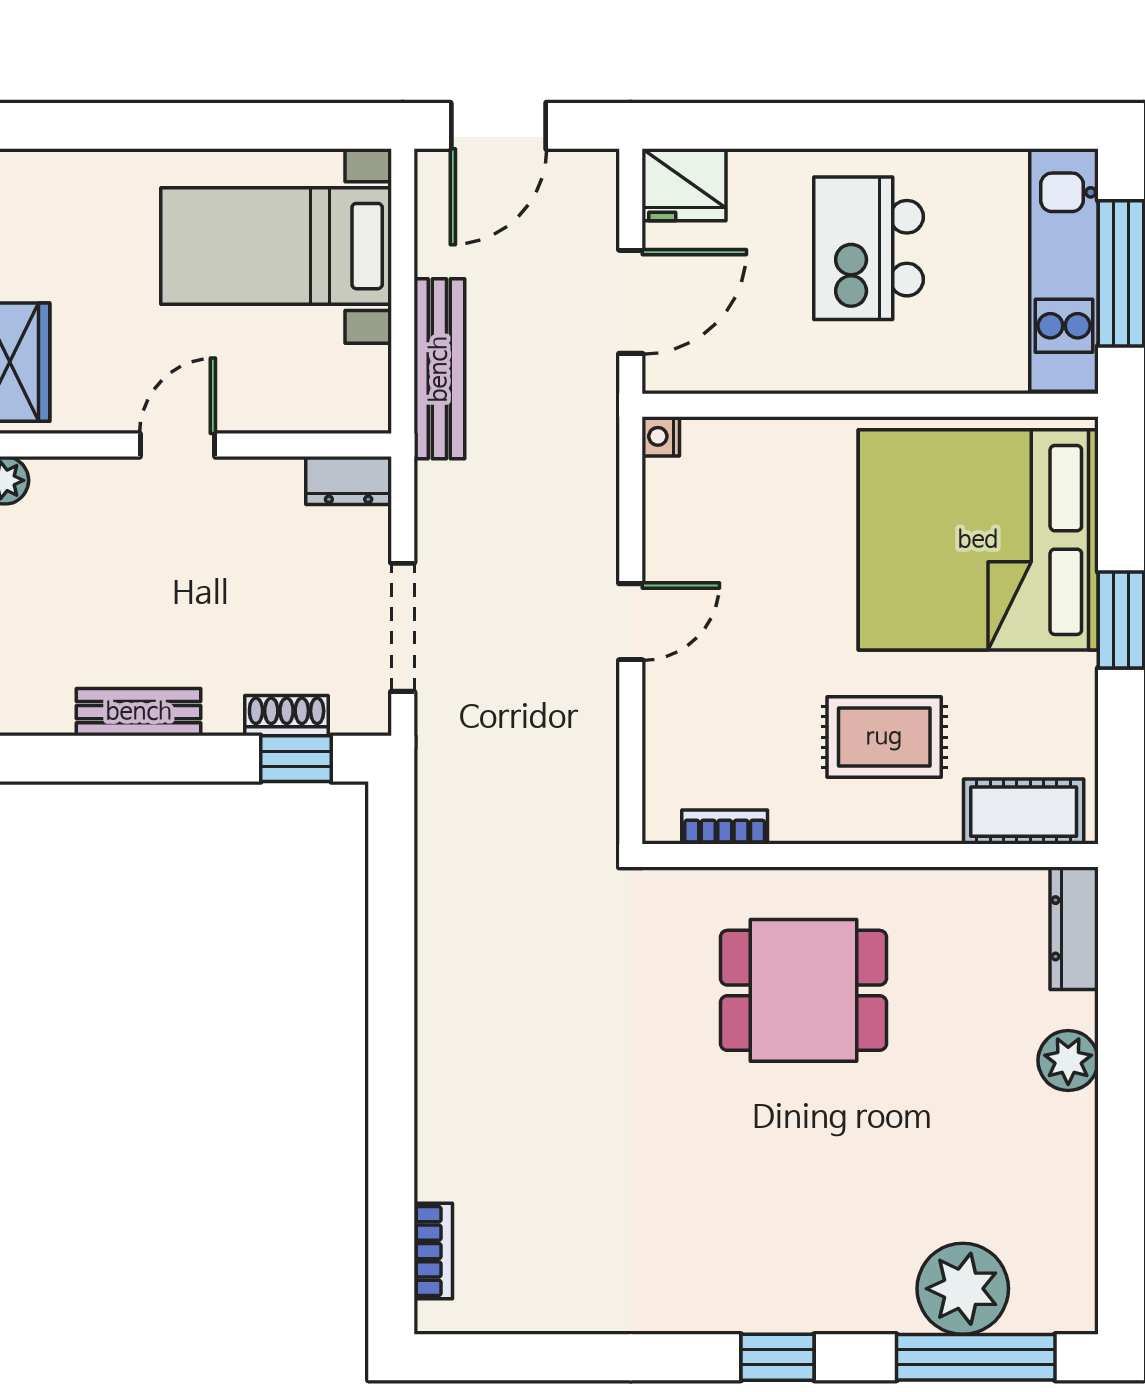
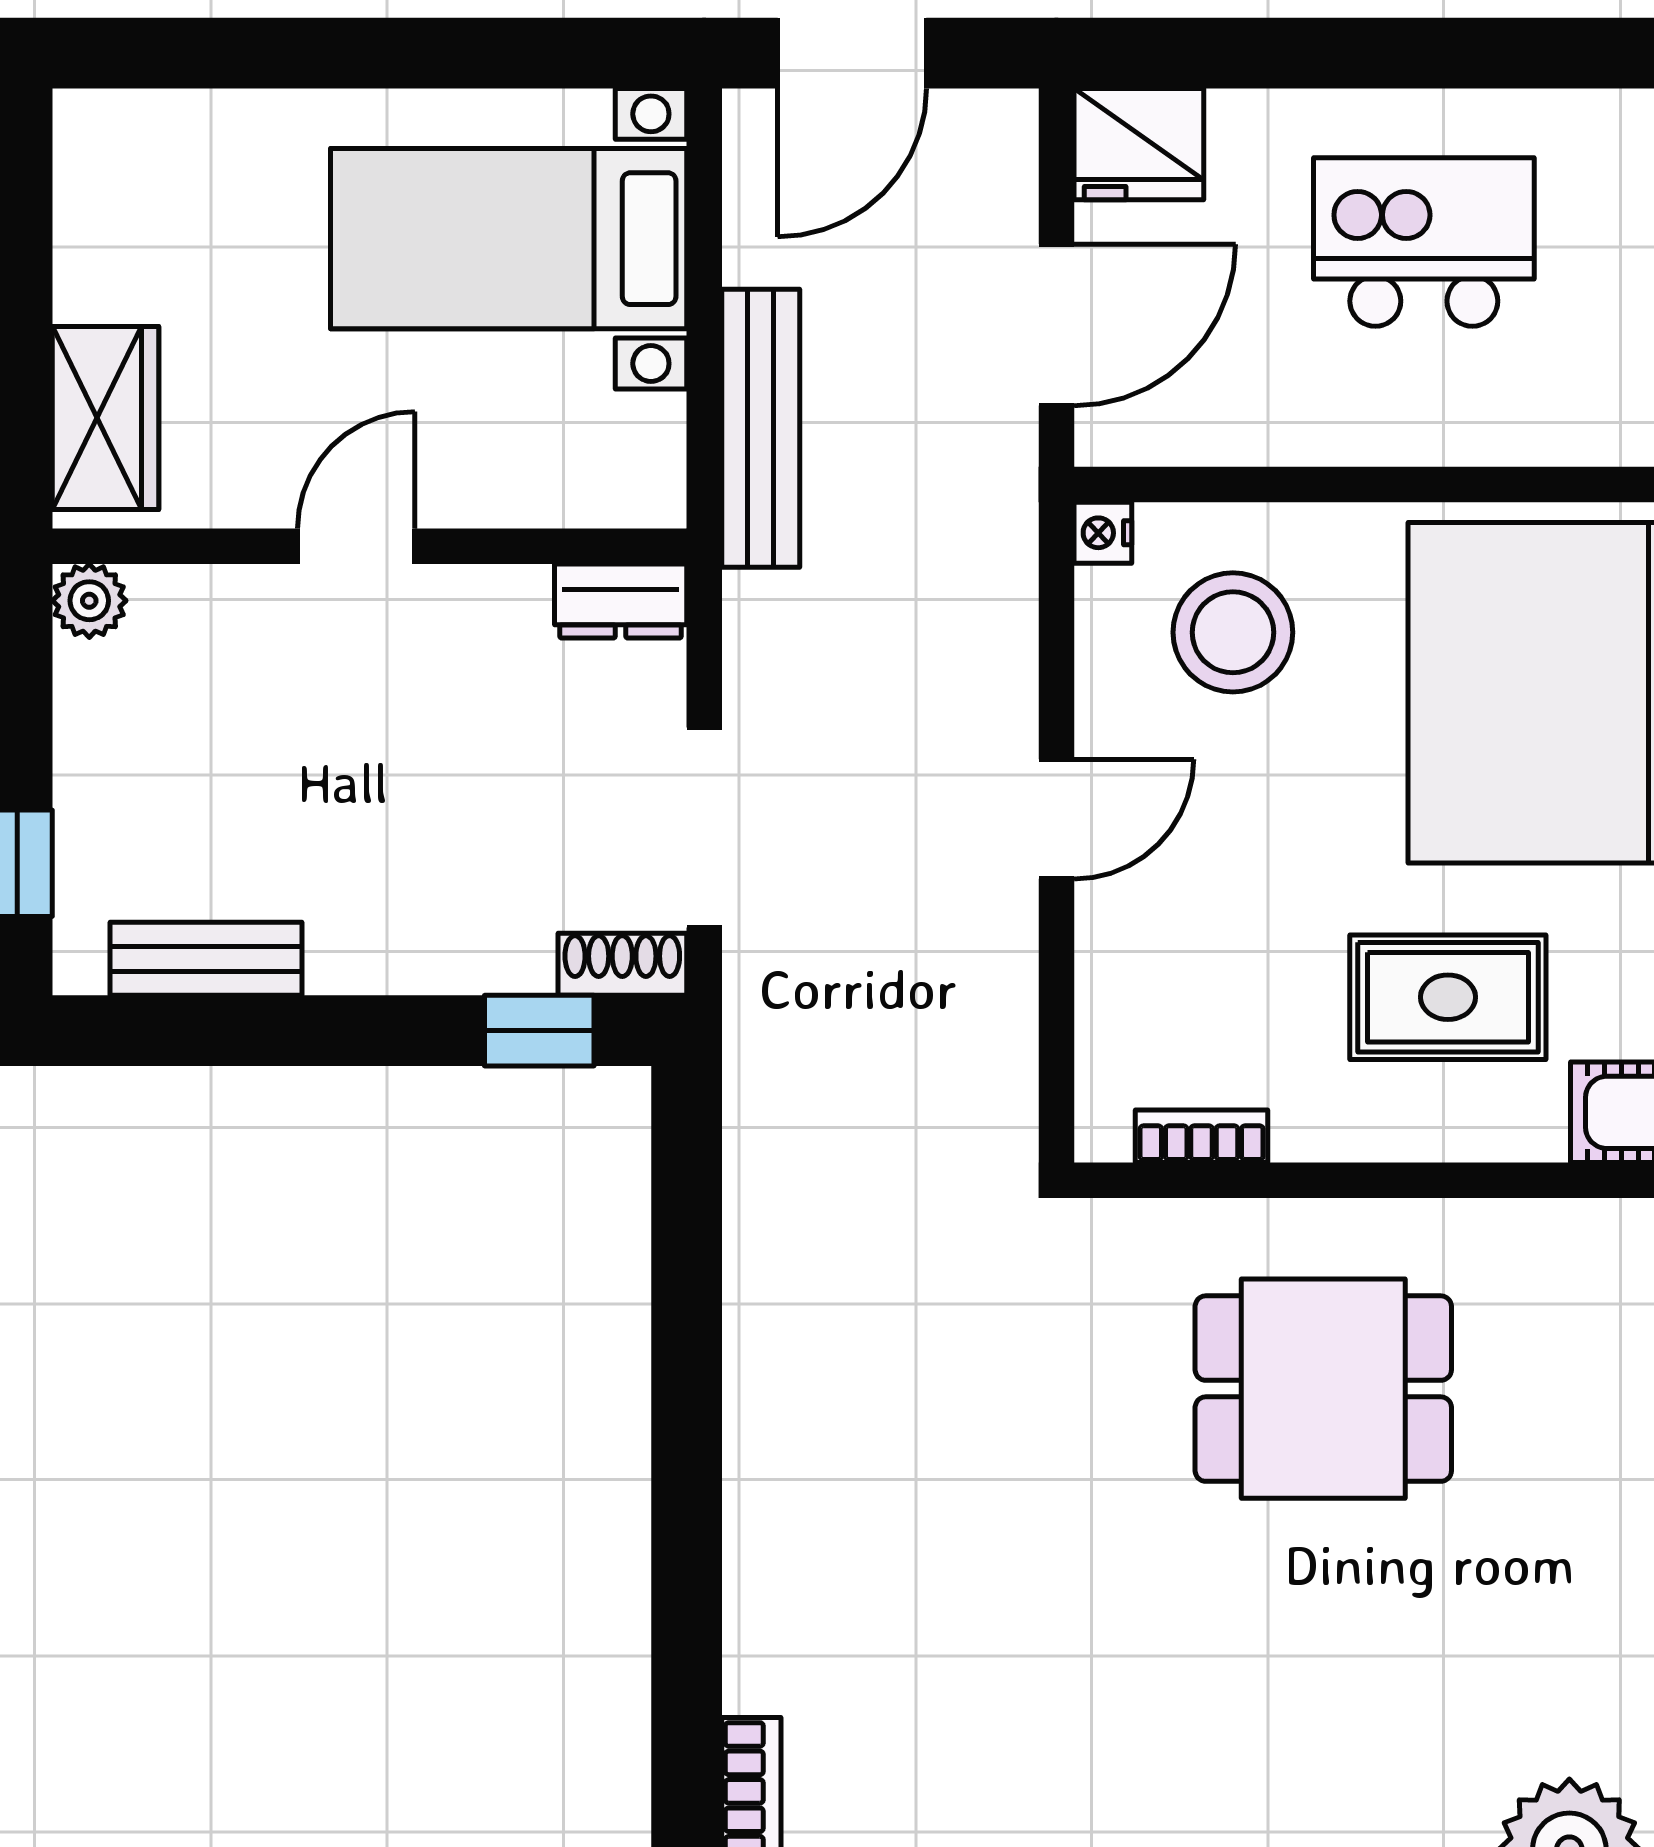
kitchen island: (869, 248) -> (1424, 242), turned 90
stool: (745, 501) -> (1233, 632), added
bench: (139, 712) -> (206, 959), moved
shoe rack: (287, 716) -> (622, 964), moved

